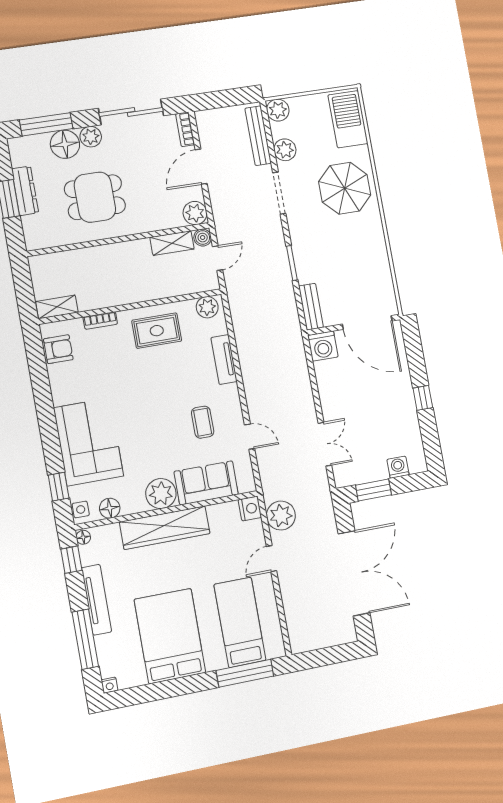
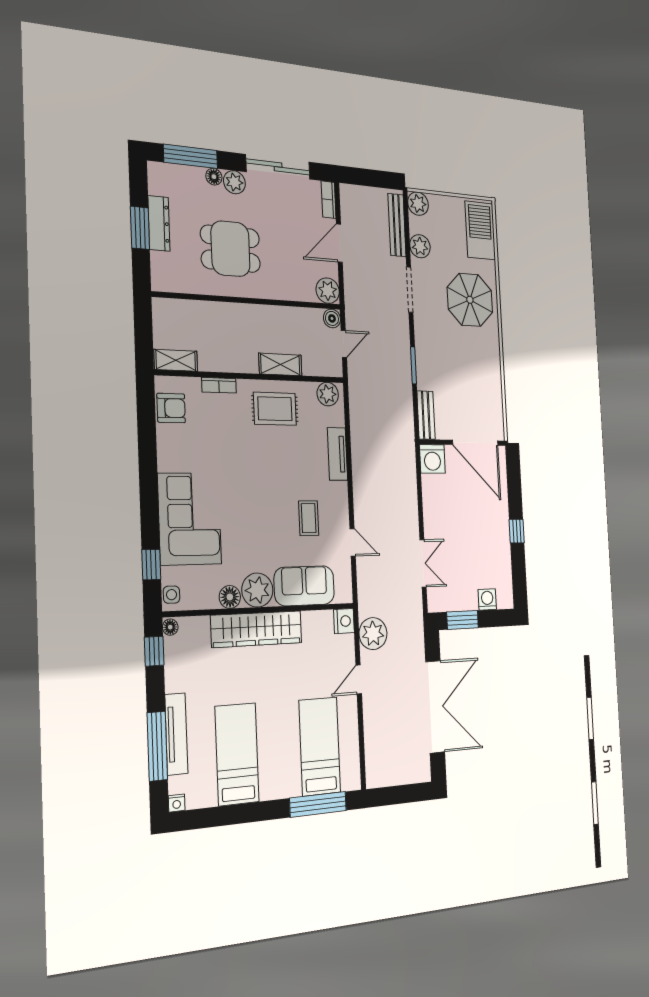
floor lamp: (65, 144) -> (214, 177), width x0.53, depth x0.53
shelving: (172, 243) -> (280, 364), moved
floor lamp: (110, 508) -> (230, 597), moved
tv unit: (97, 600) -> (176, 734), moved
bed: (170, 636) -> (237, 754), width x0.67

